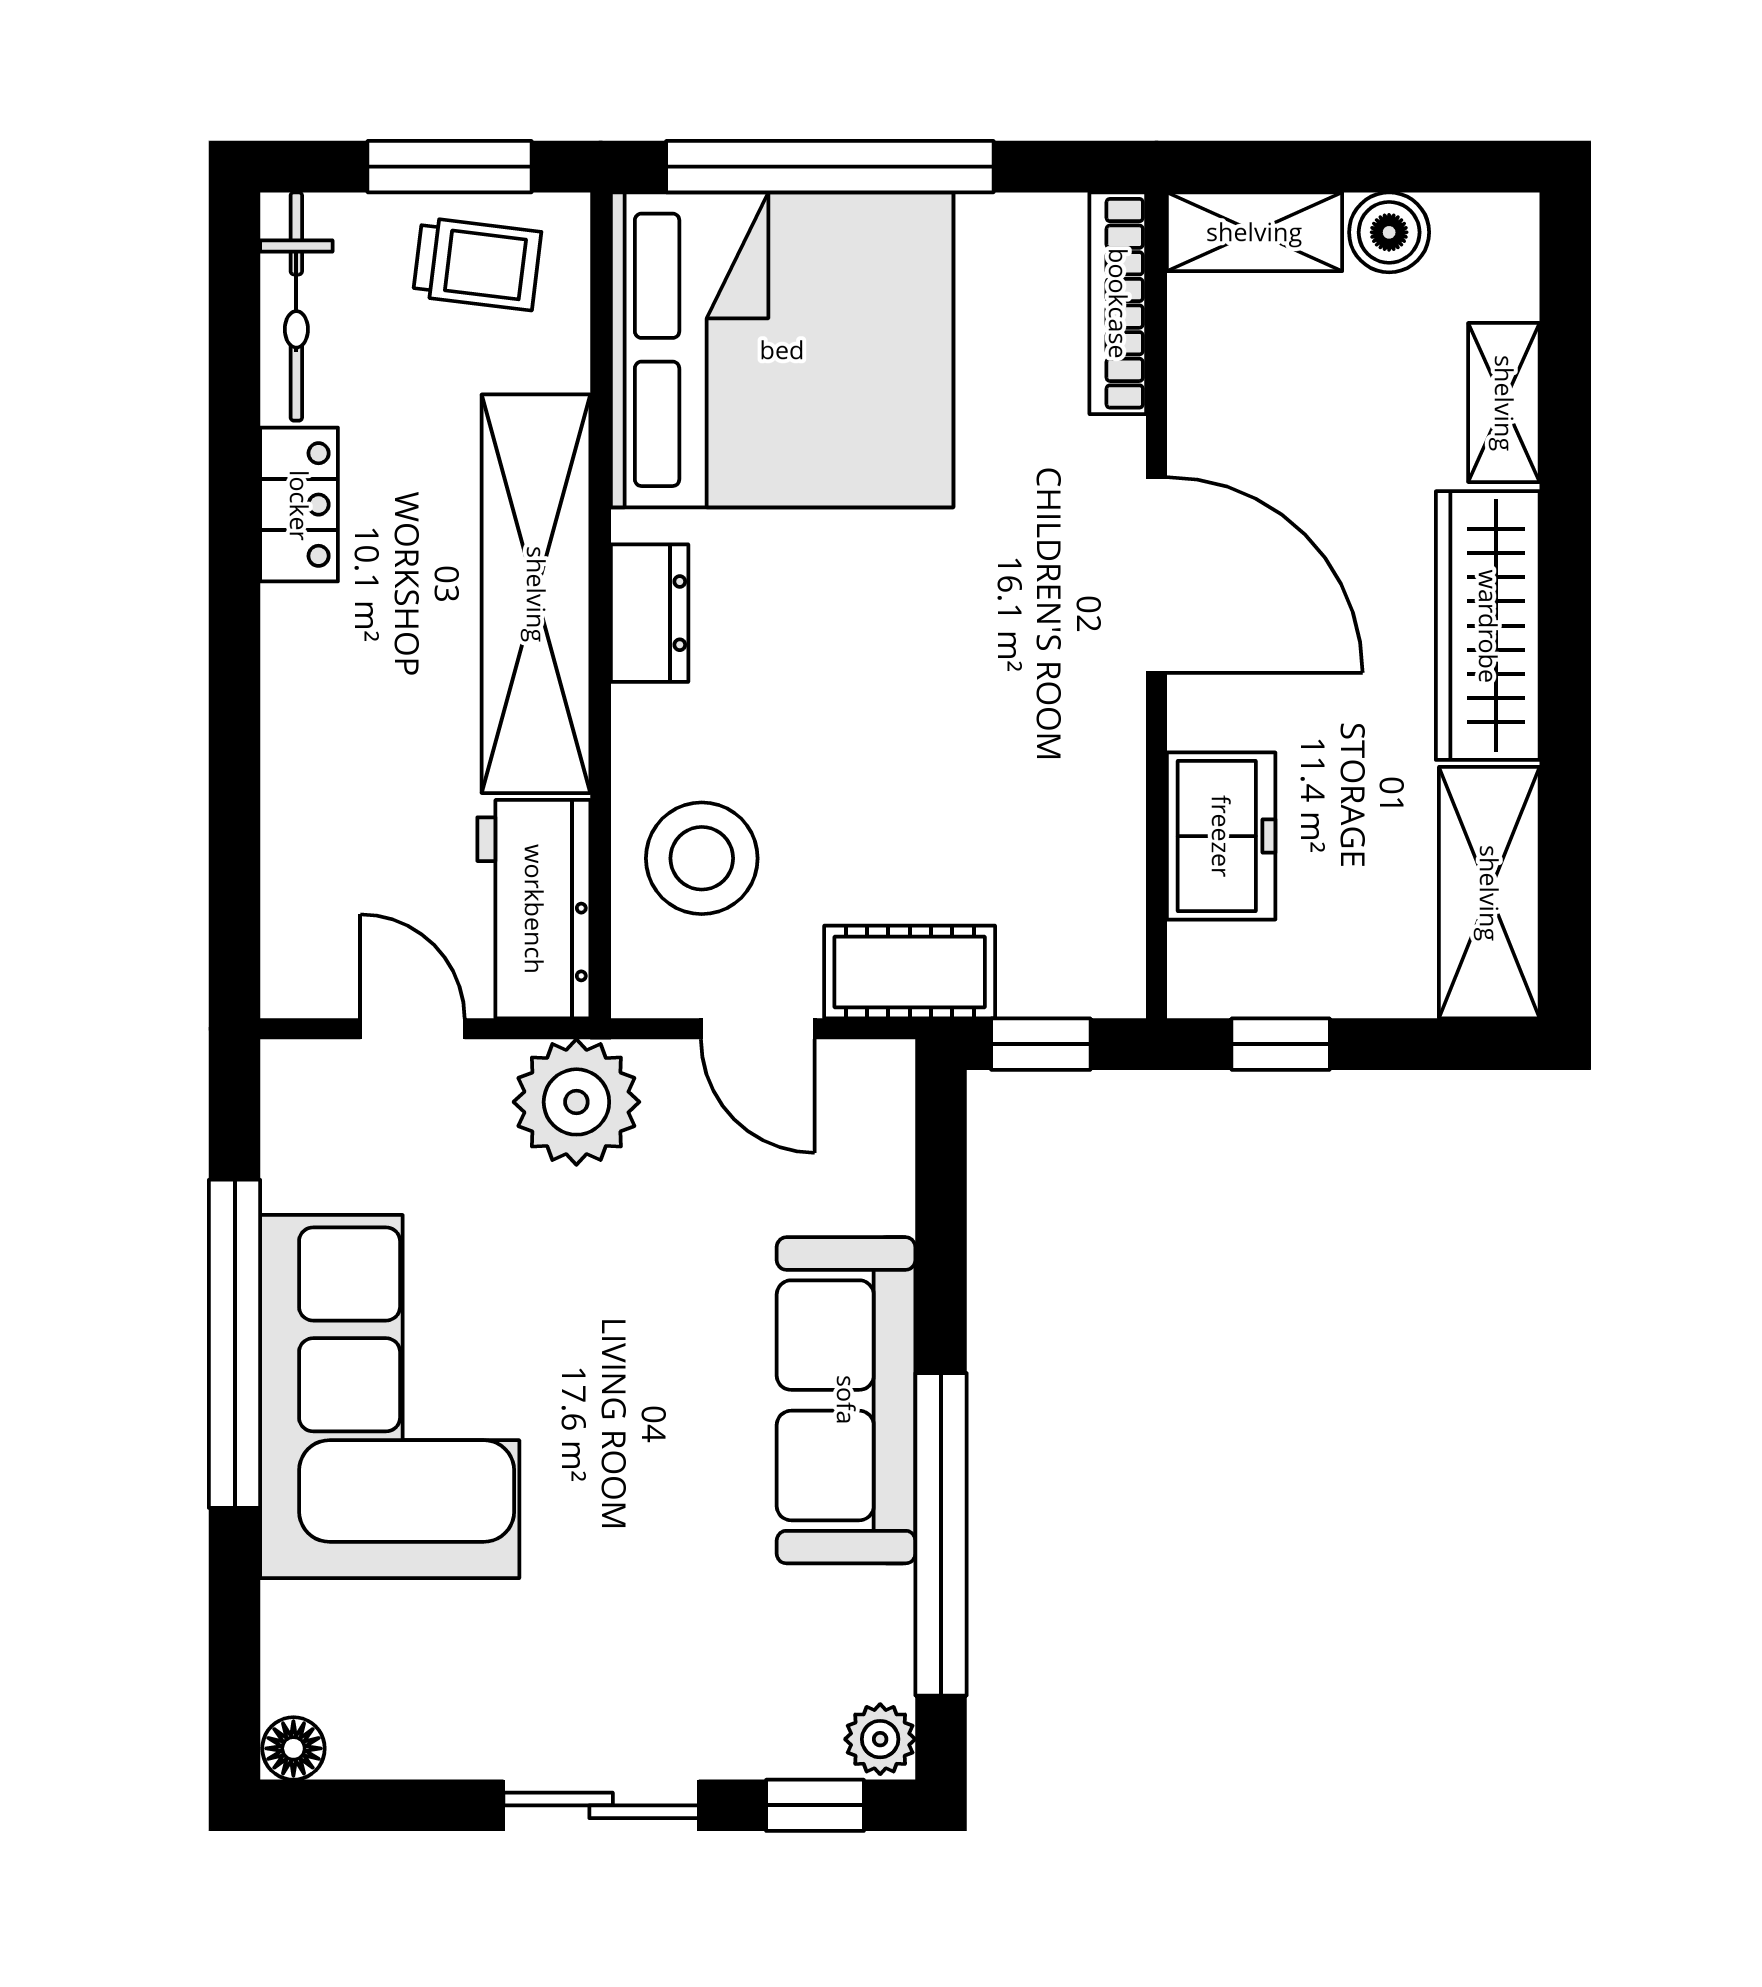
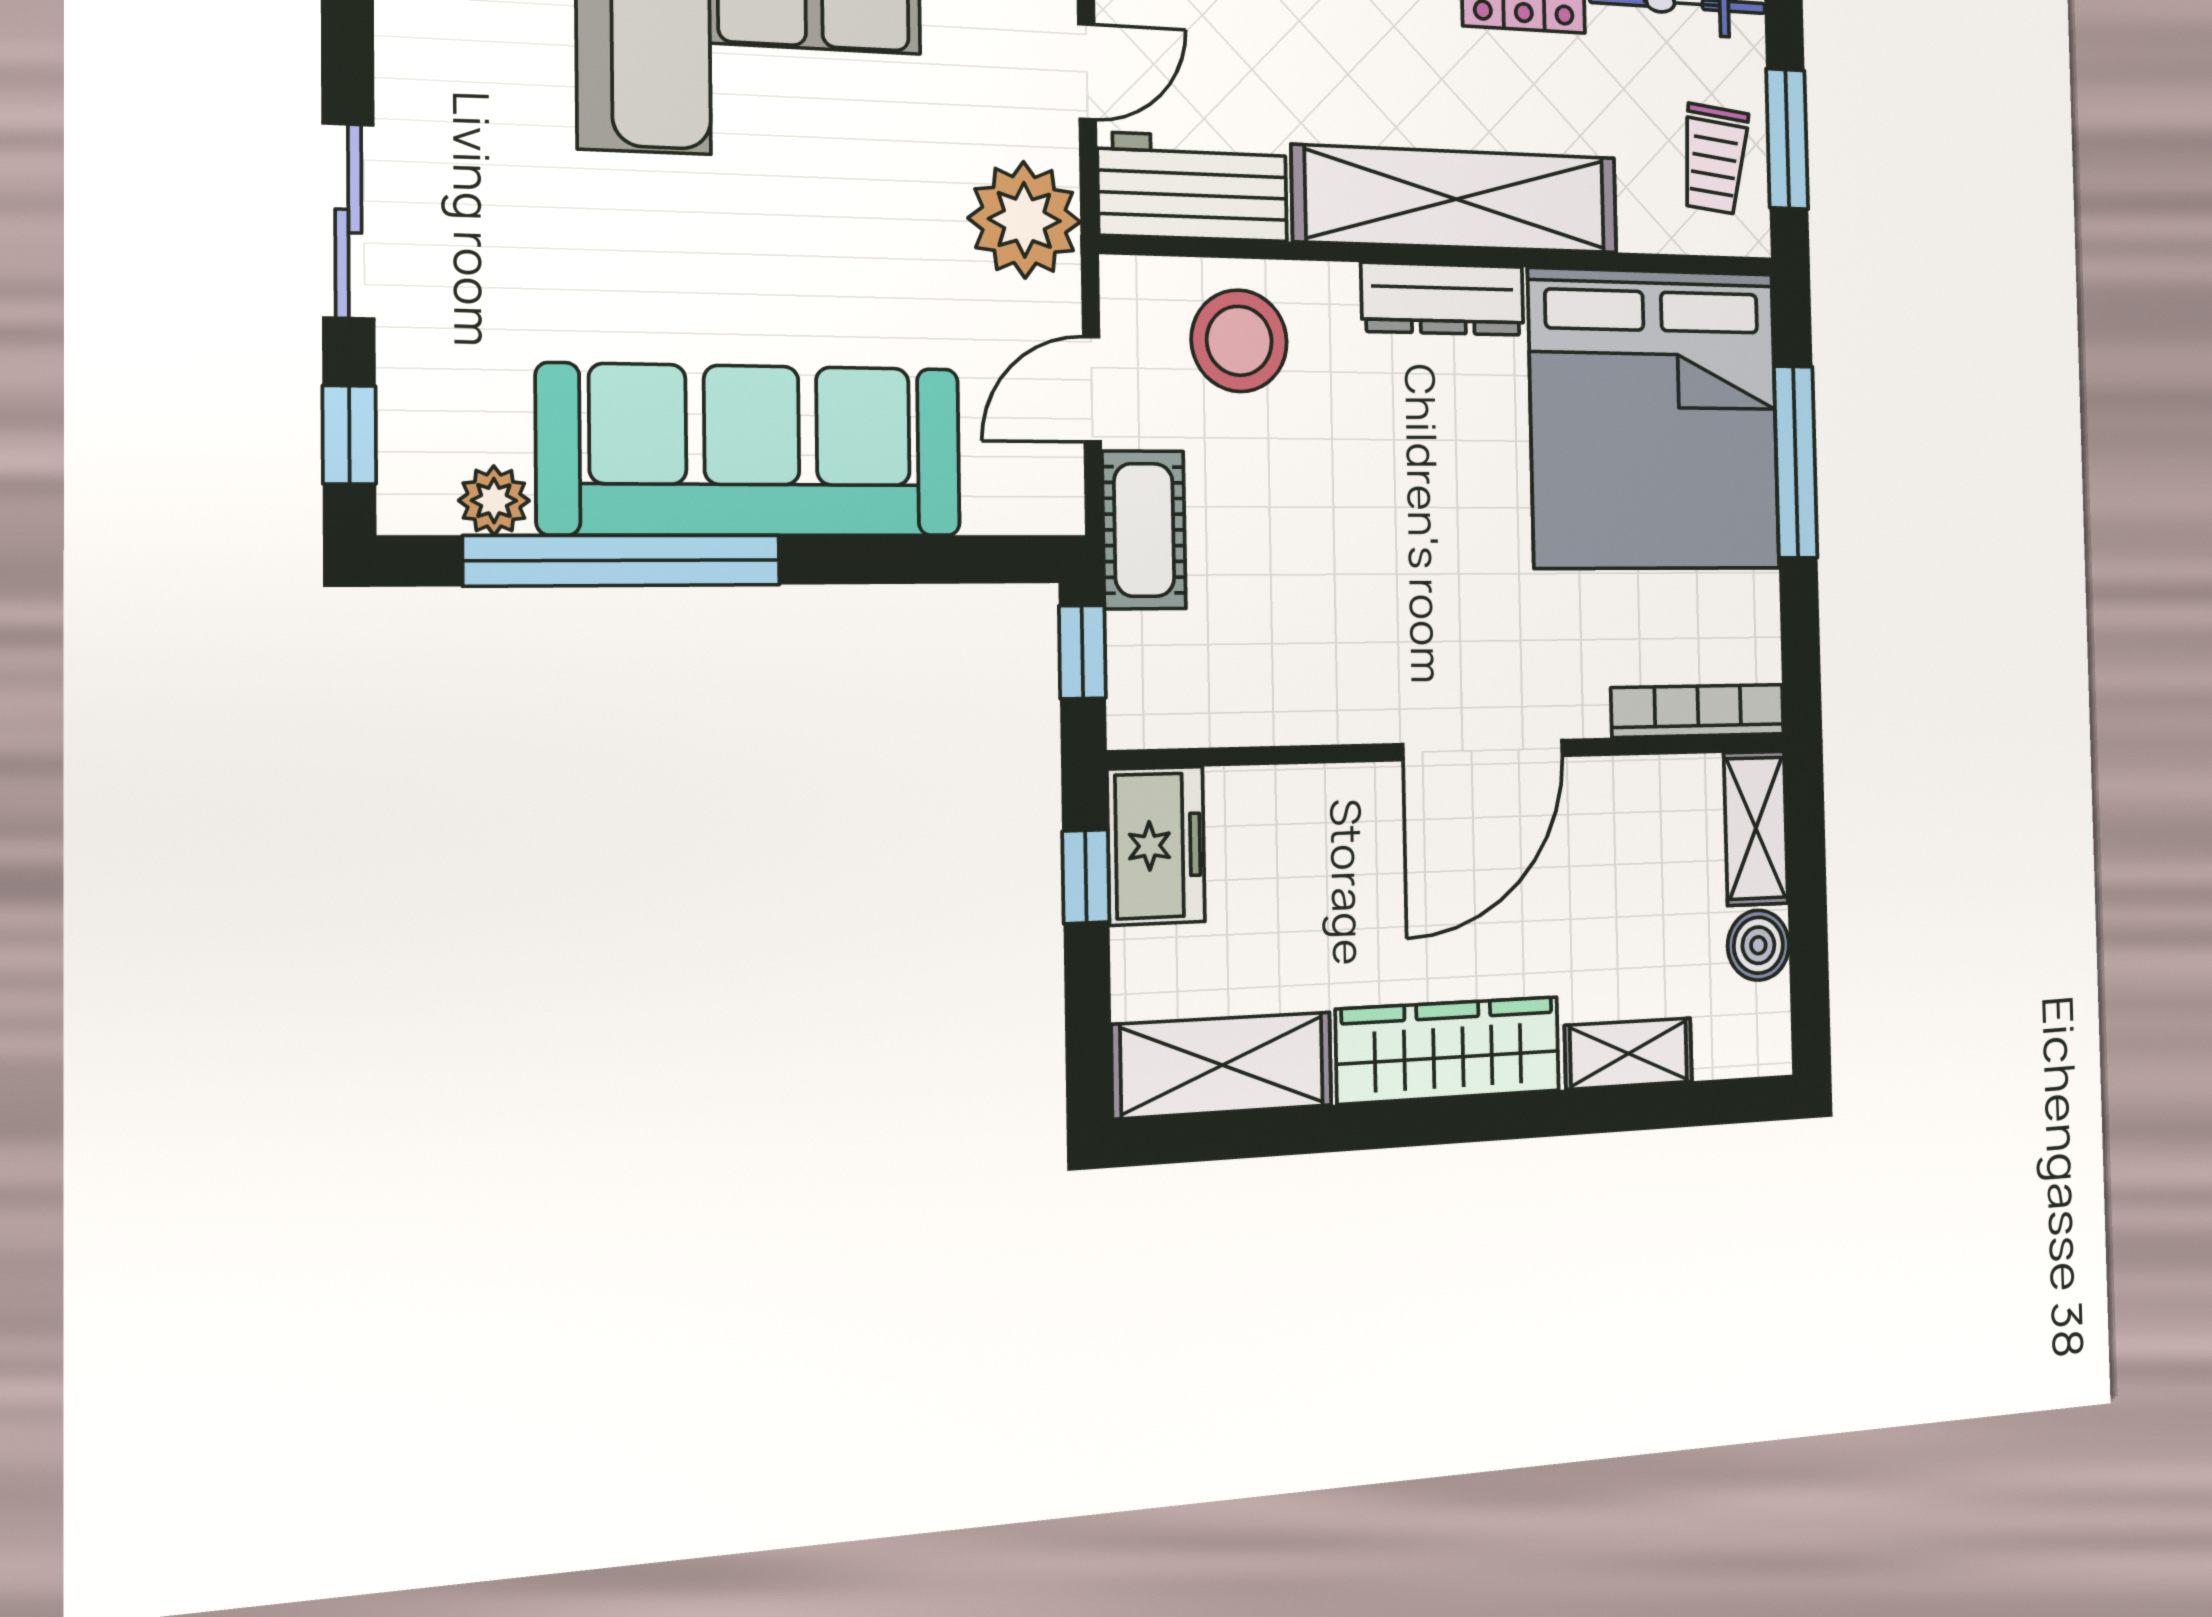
window: (830, 167) -> (1796, 462), width x0.68
dresser: (650, 613) -> (1443, 299), width x1.44
freezer: (1221, 836) -> (1156, 846), moved, turned -90
sofa: (846, 1400) -> (752, 451), width x1.36, depth x1.27
plant: (880, 1739) -> (494, 501), moved

